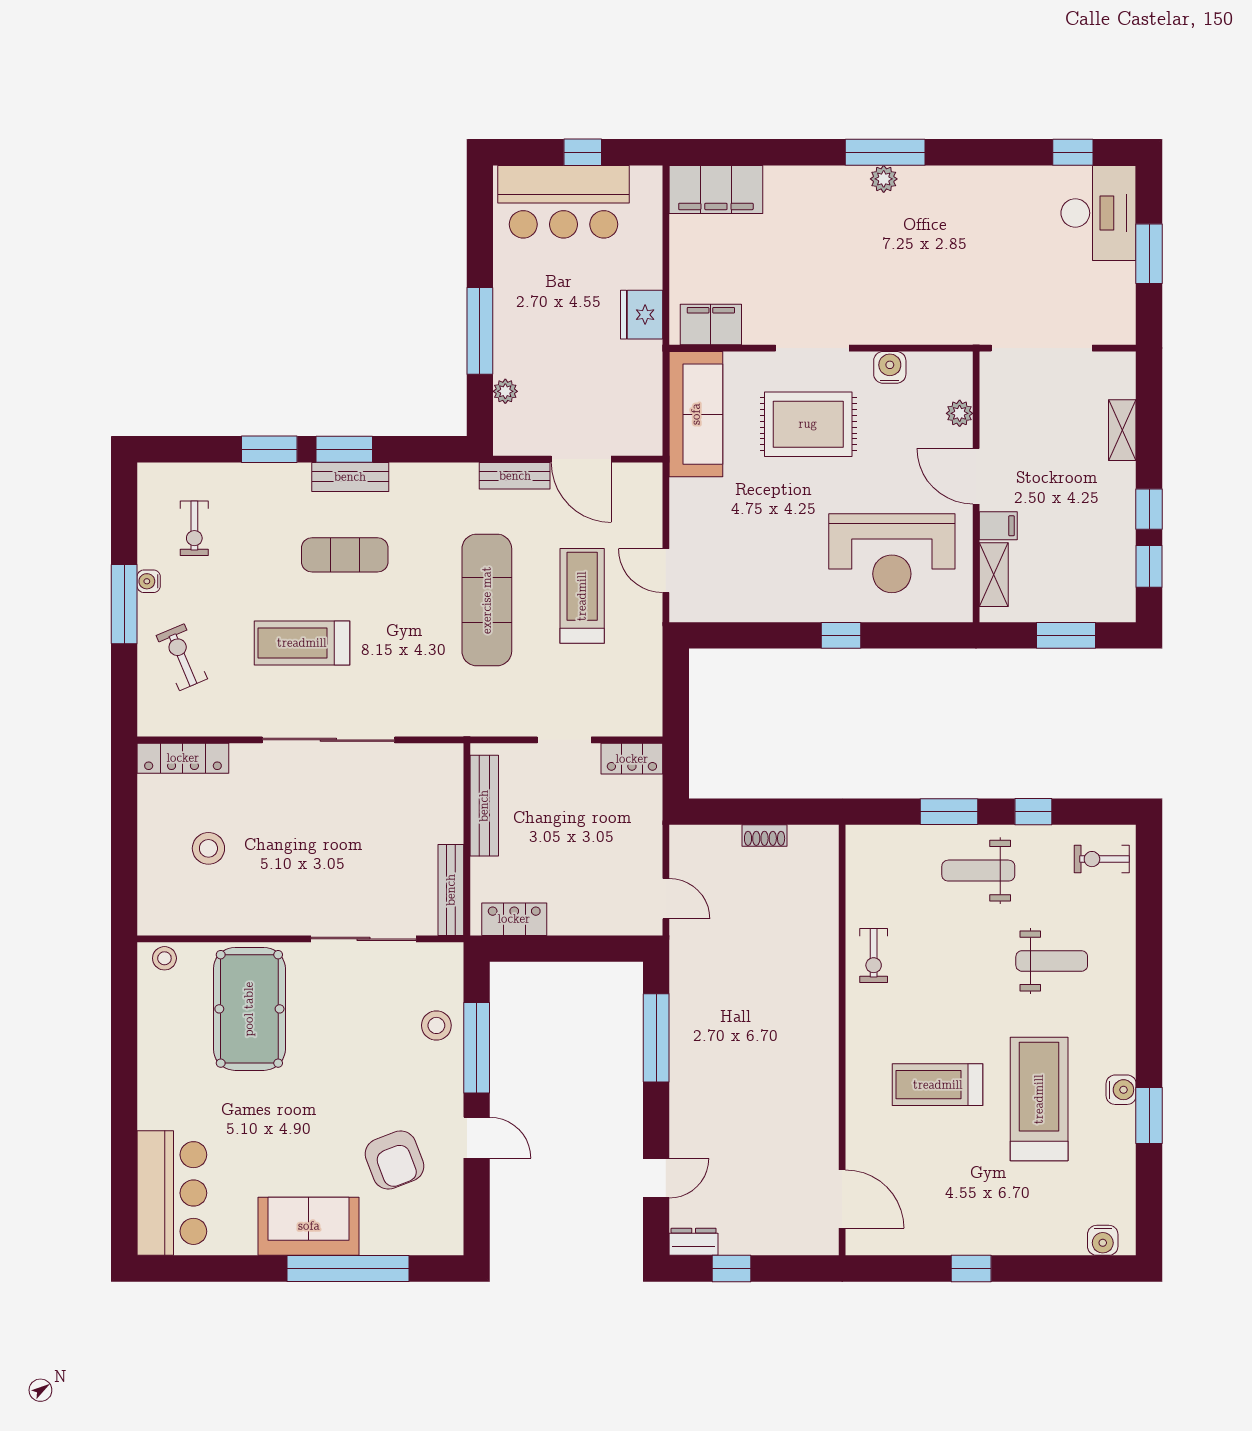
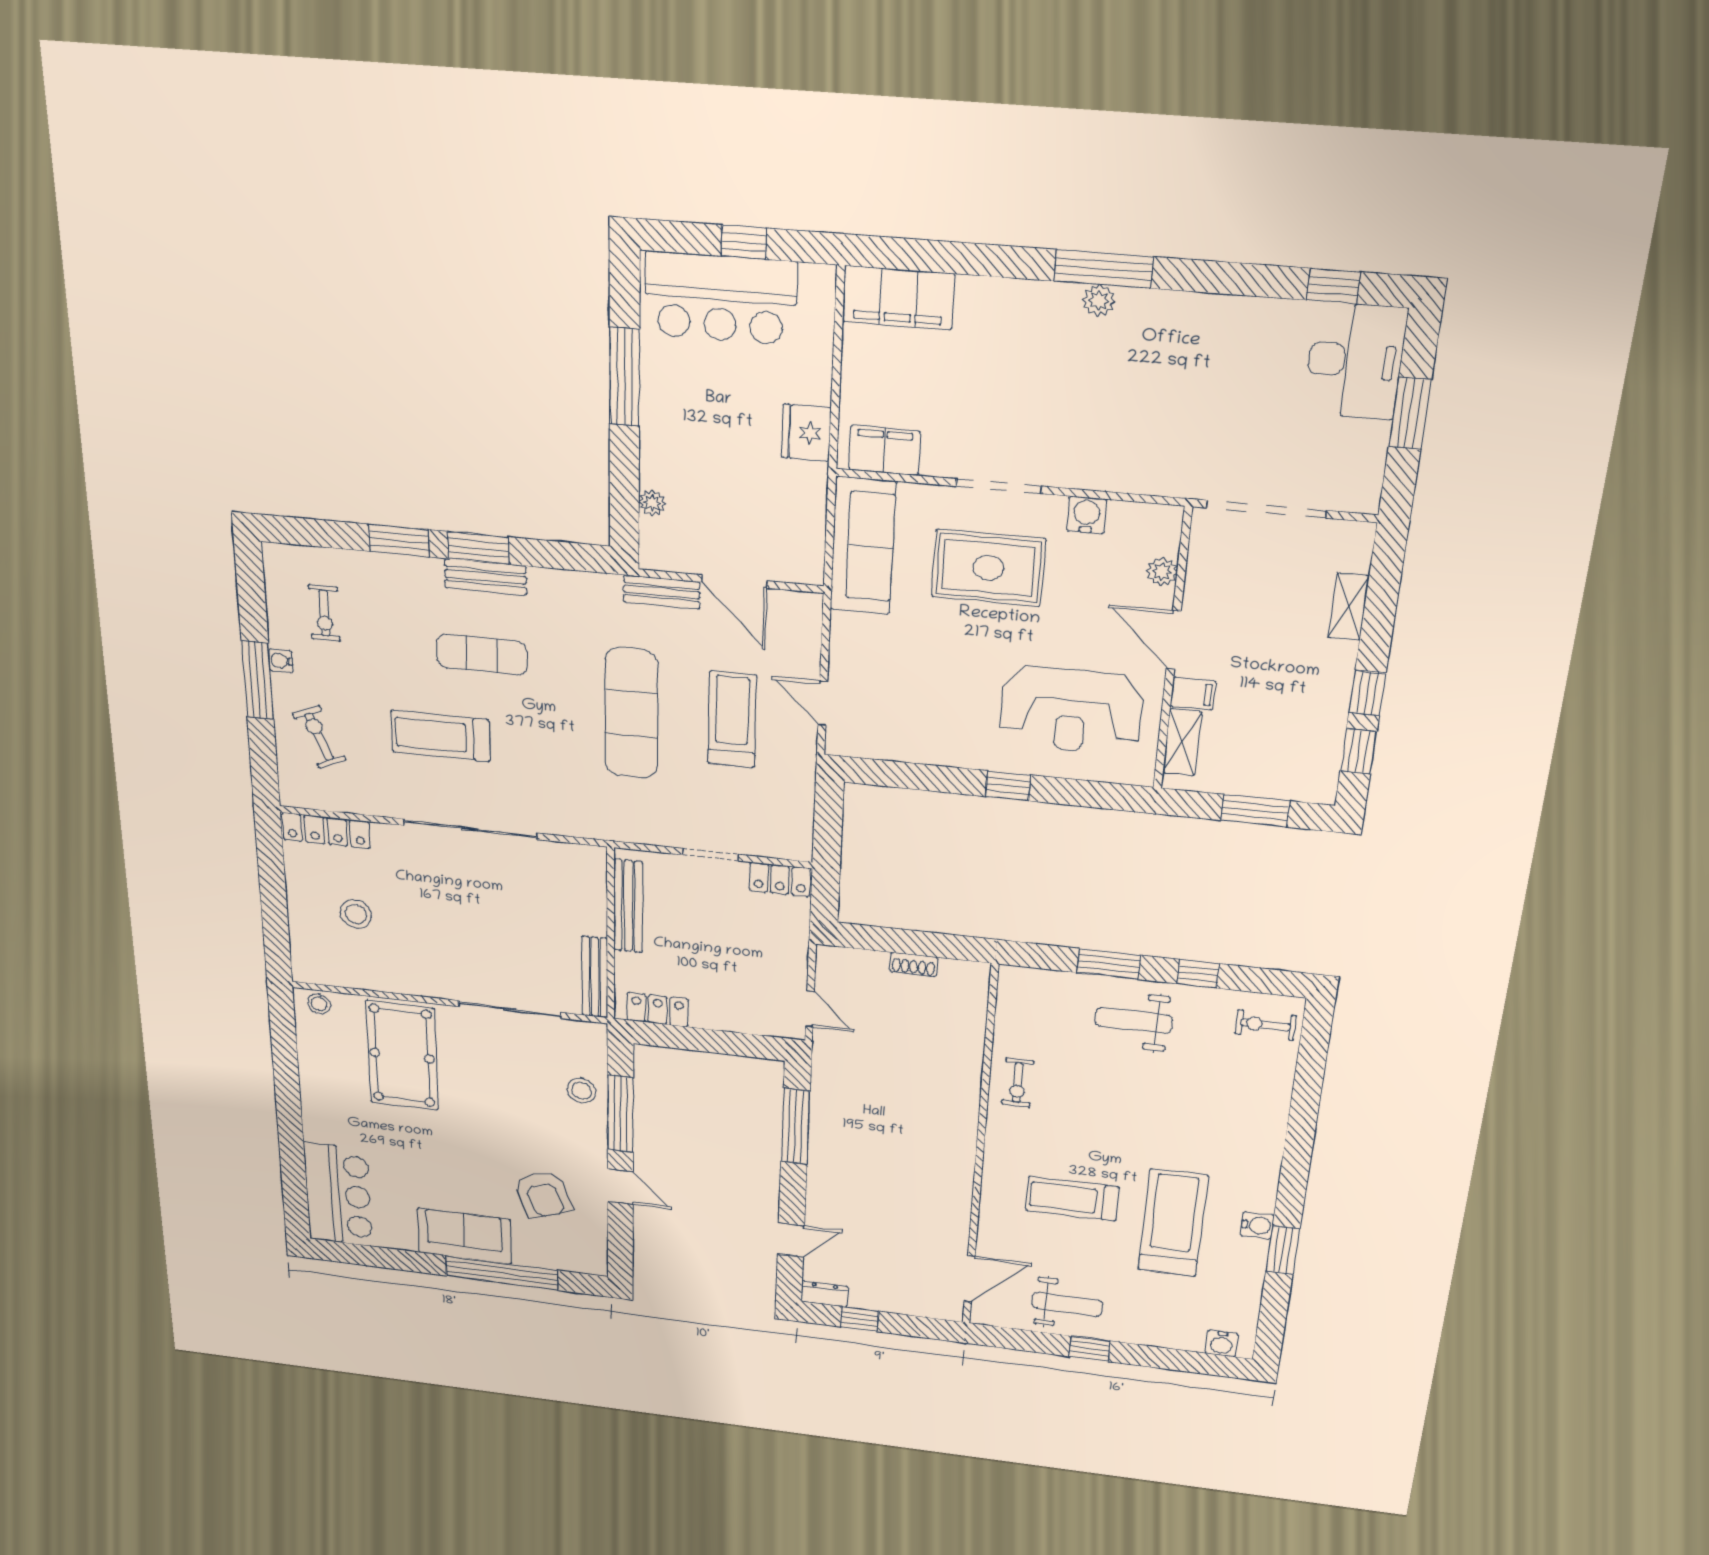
window: (480, 331) -> (624, 377), moved
weight bench: (1052, 961) -> (1067, 1304), moved
door: (842, 1199) -> (970, 1279), hinge flipped

